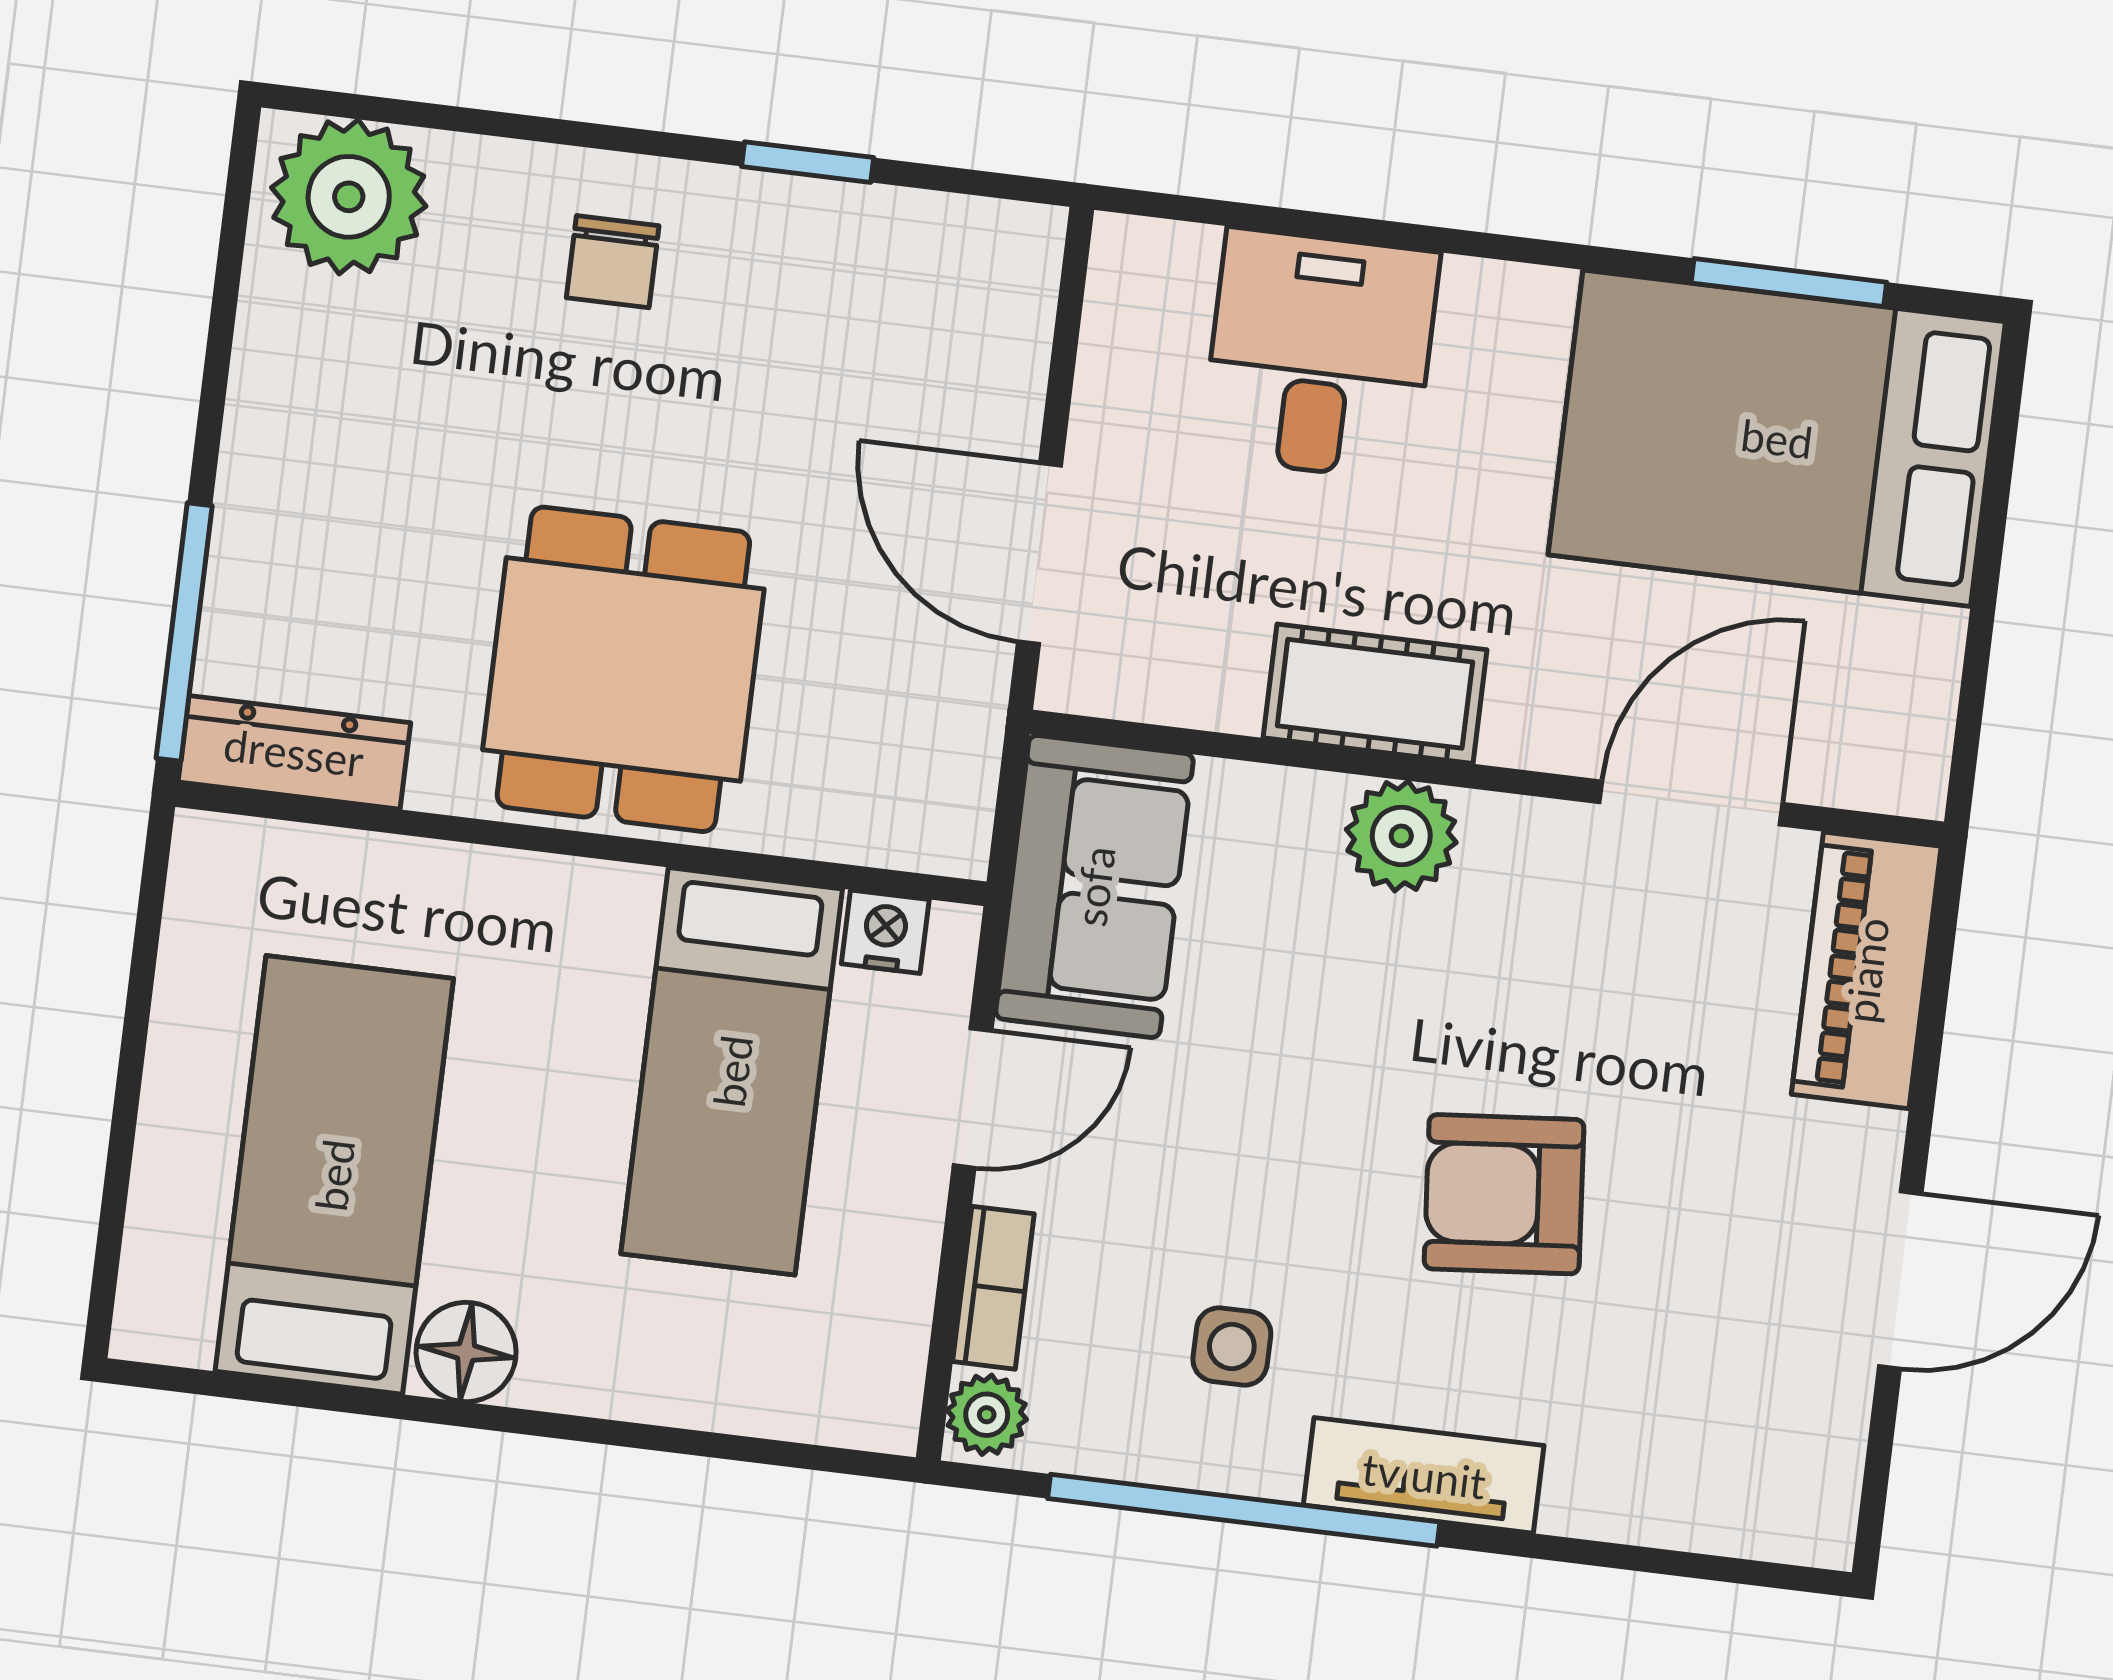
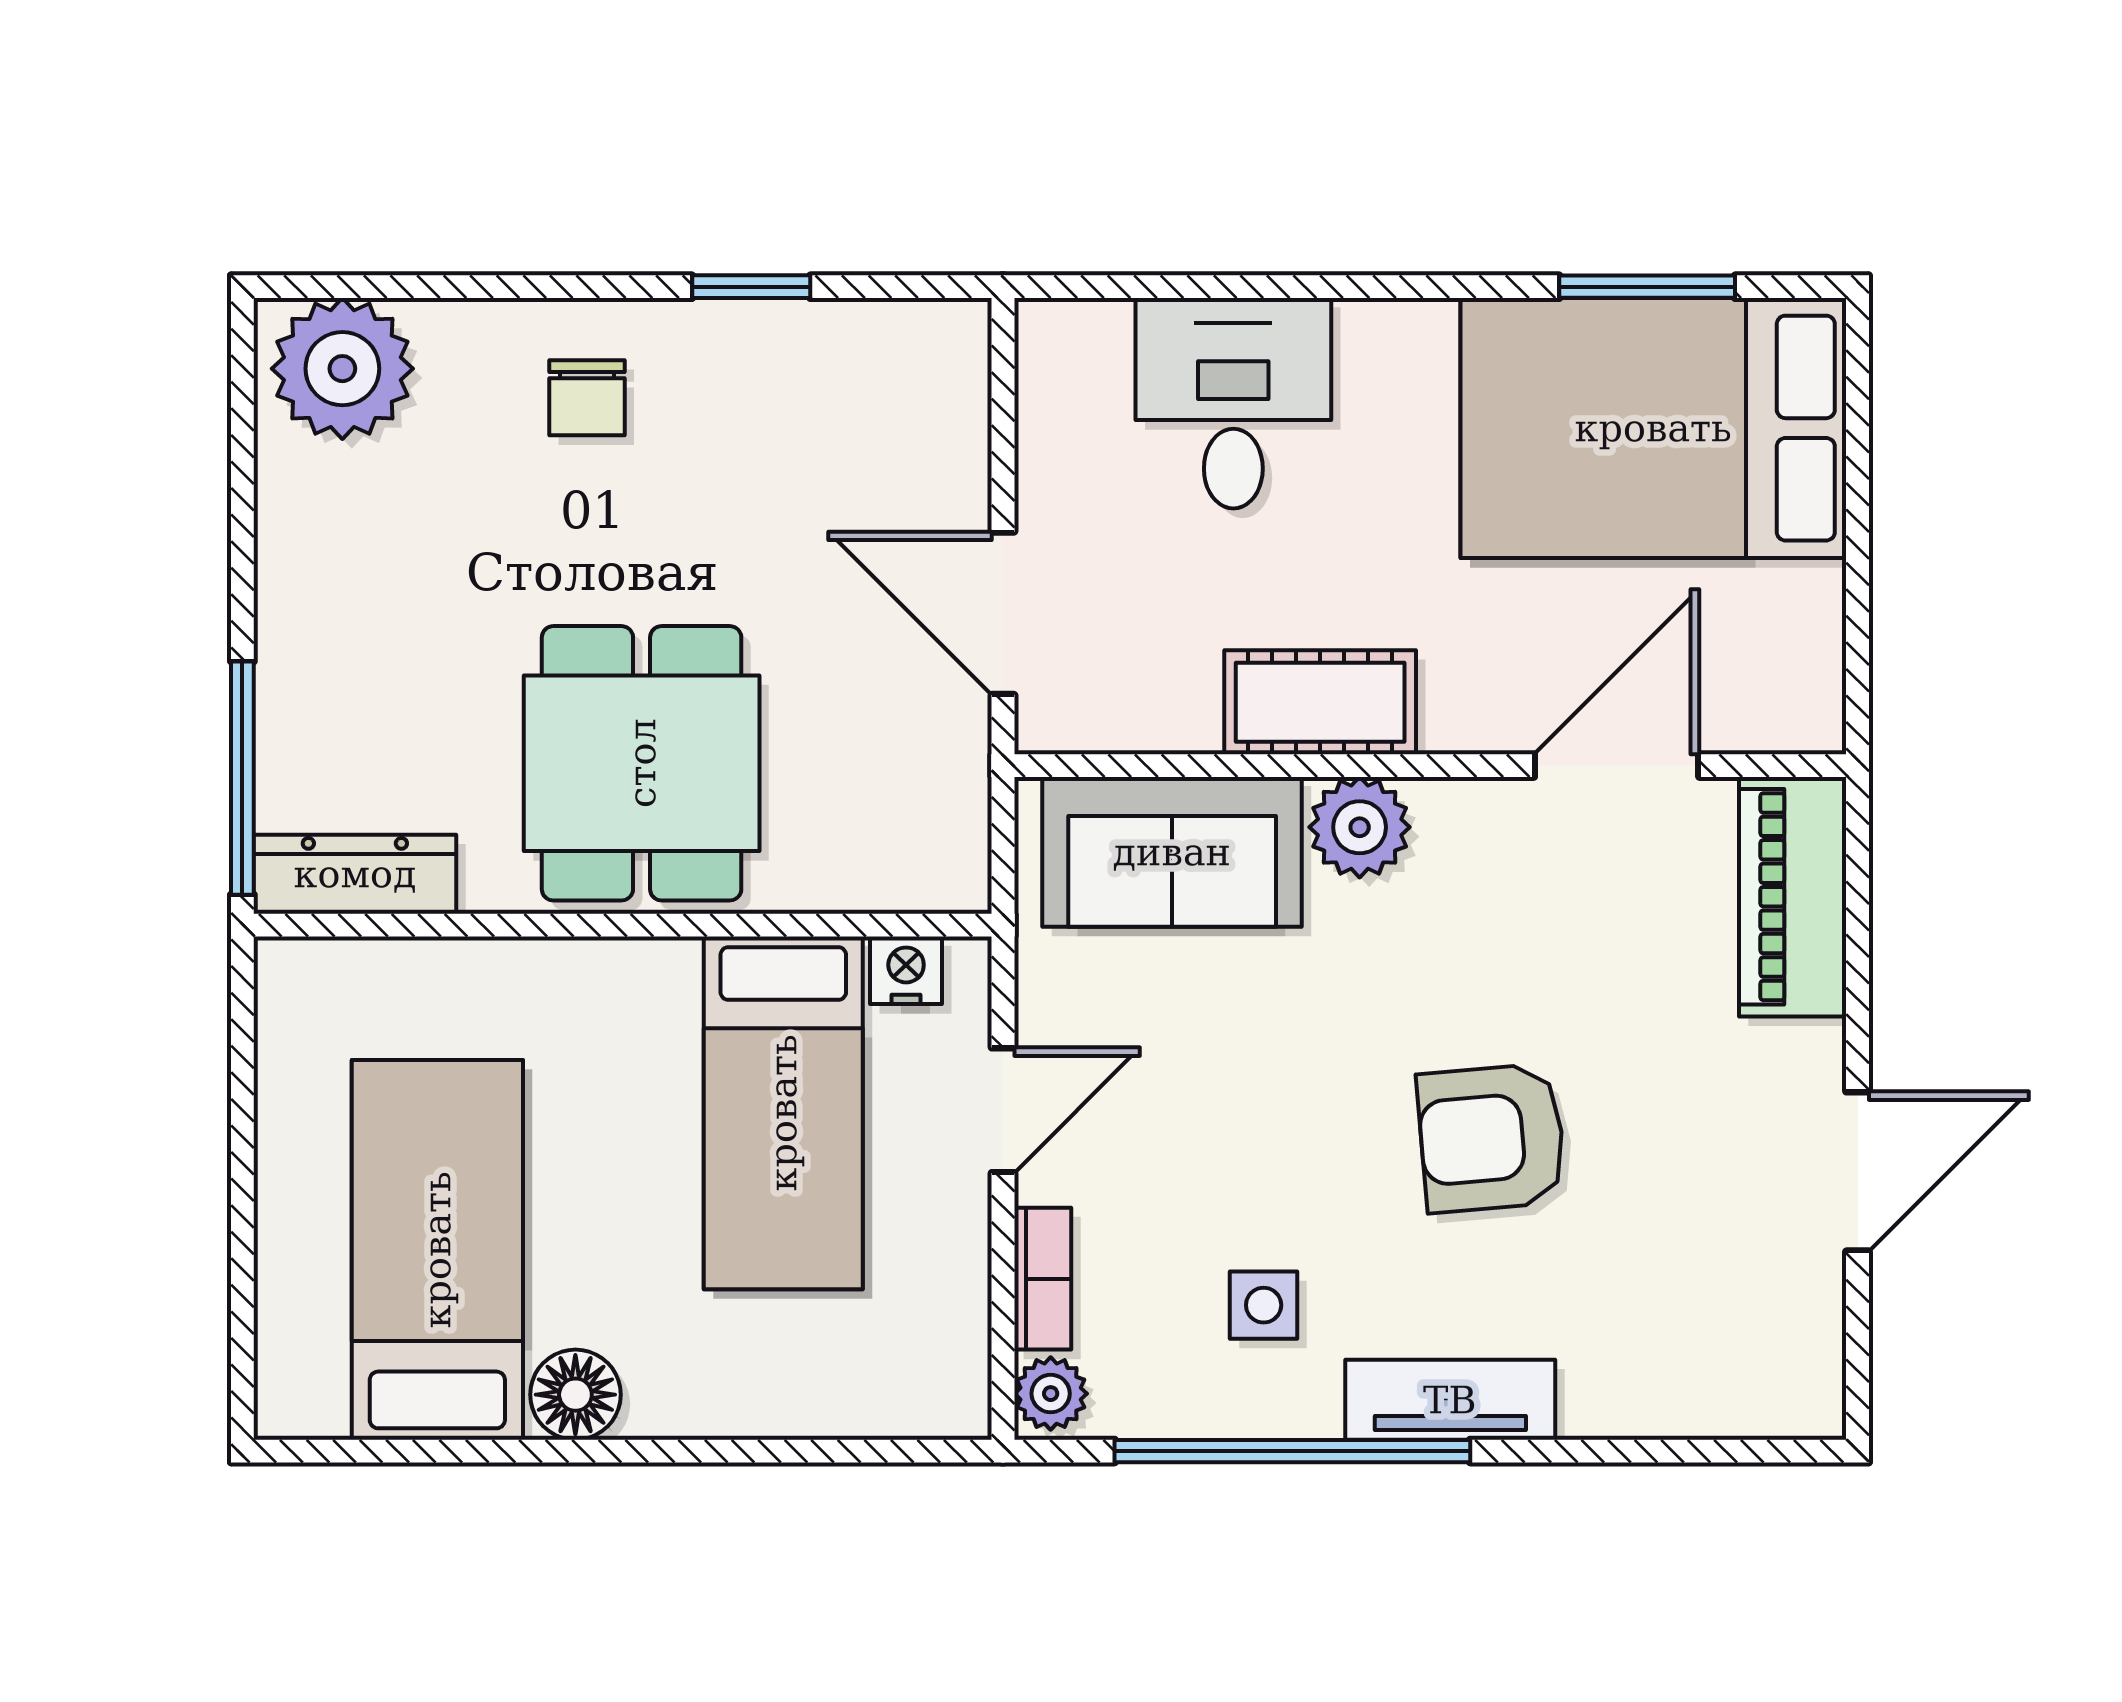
sofa: (1094, 886) -> (1172, 852), moved, turned 90

